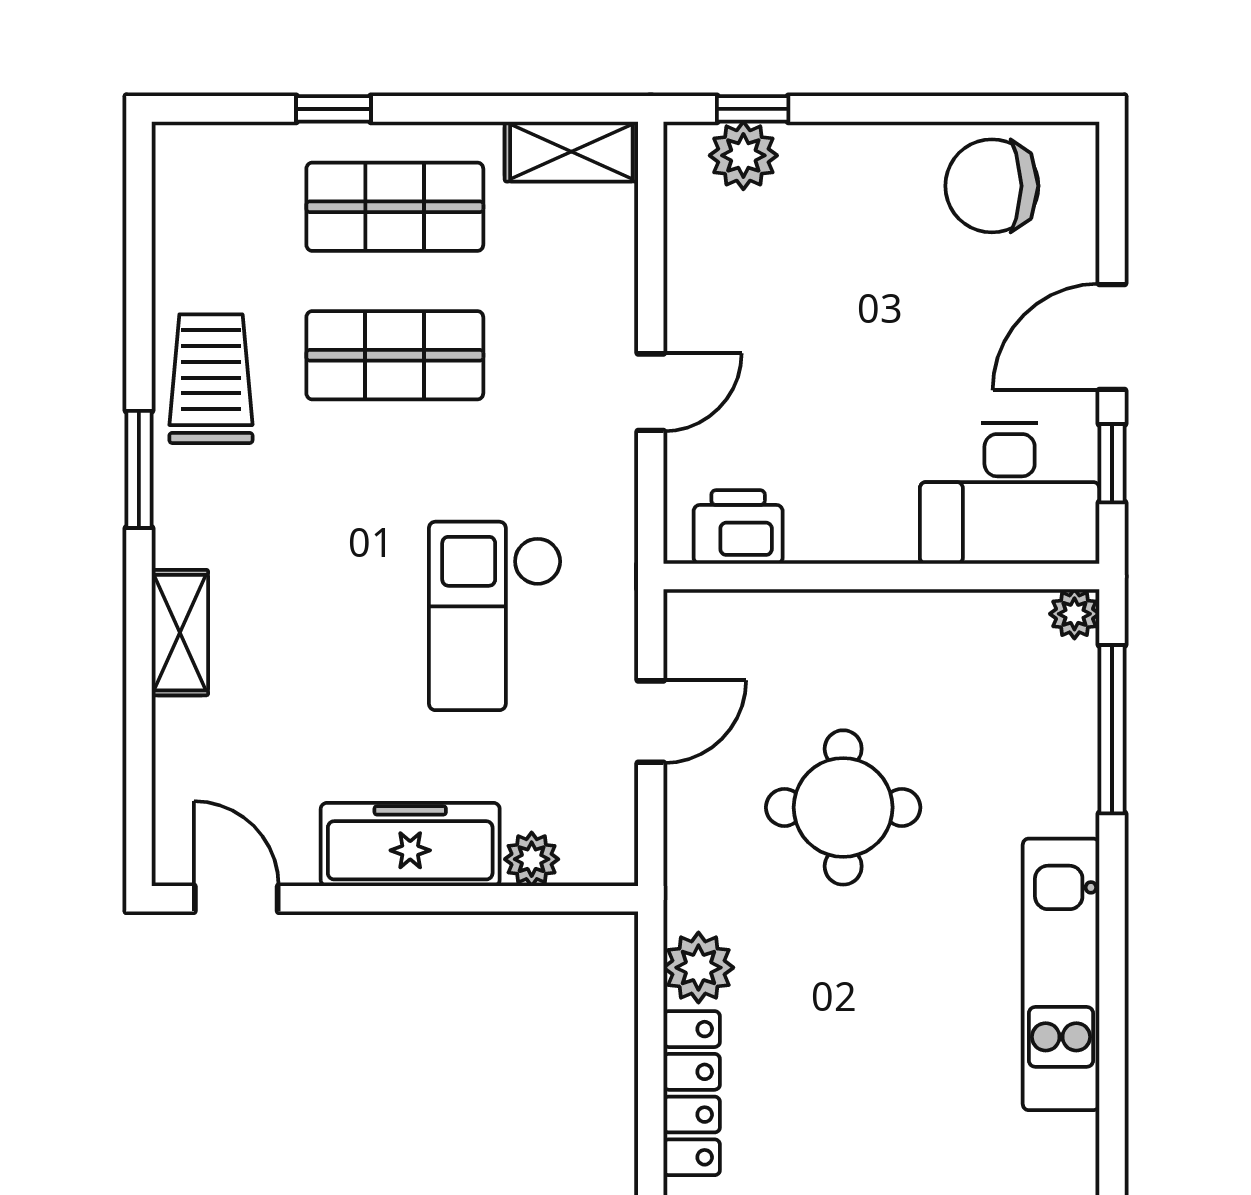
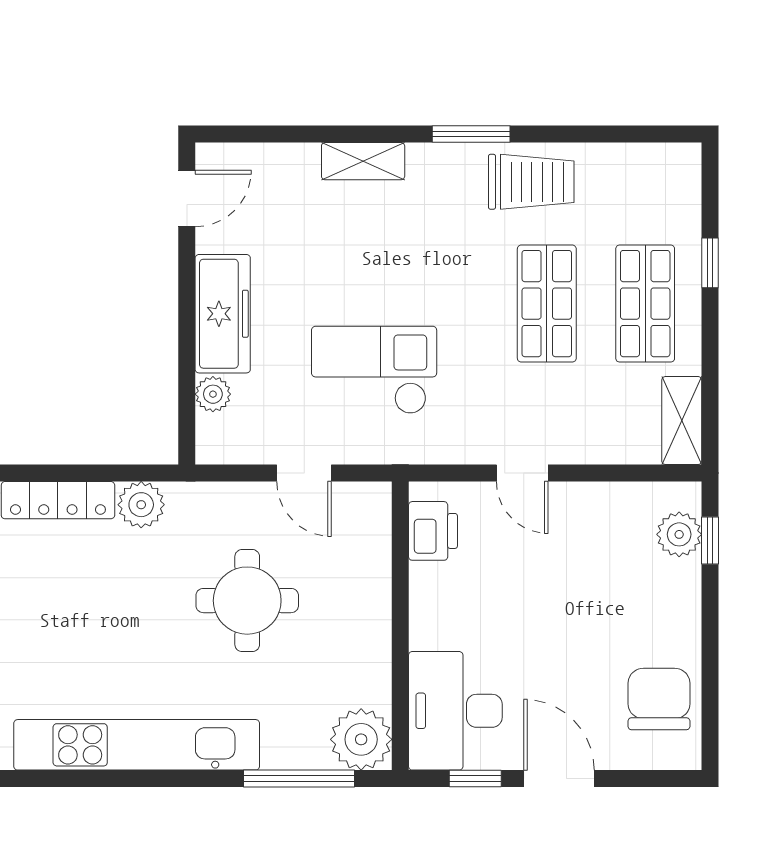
plant: (1074, 614) -> (361, 739), width x1.87, depth x1.87
kitchen unit: (1061, 974) -> (137, 745), width x1.36

